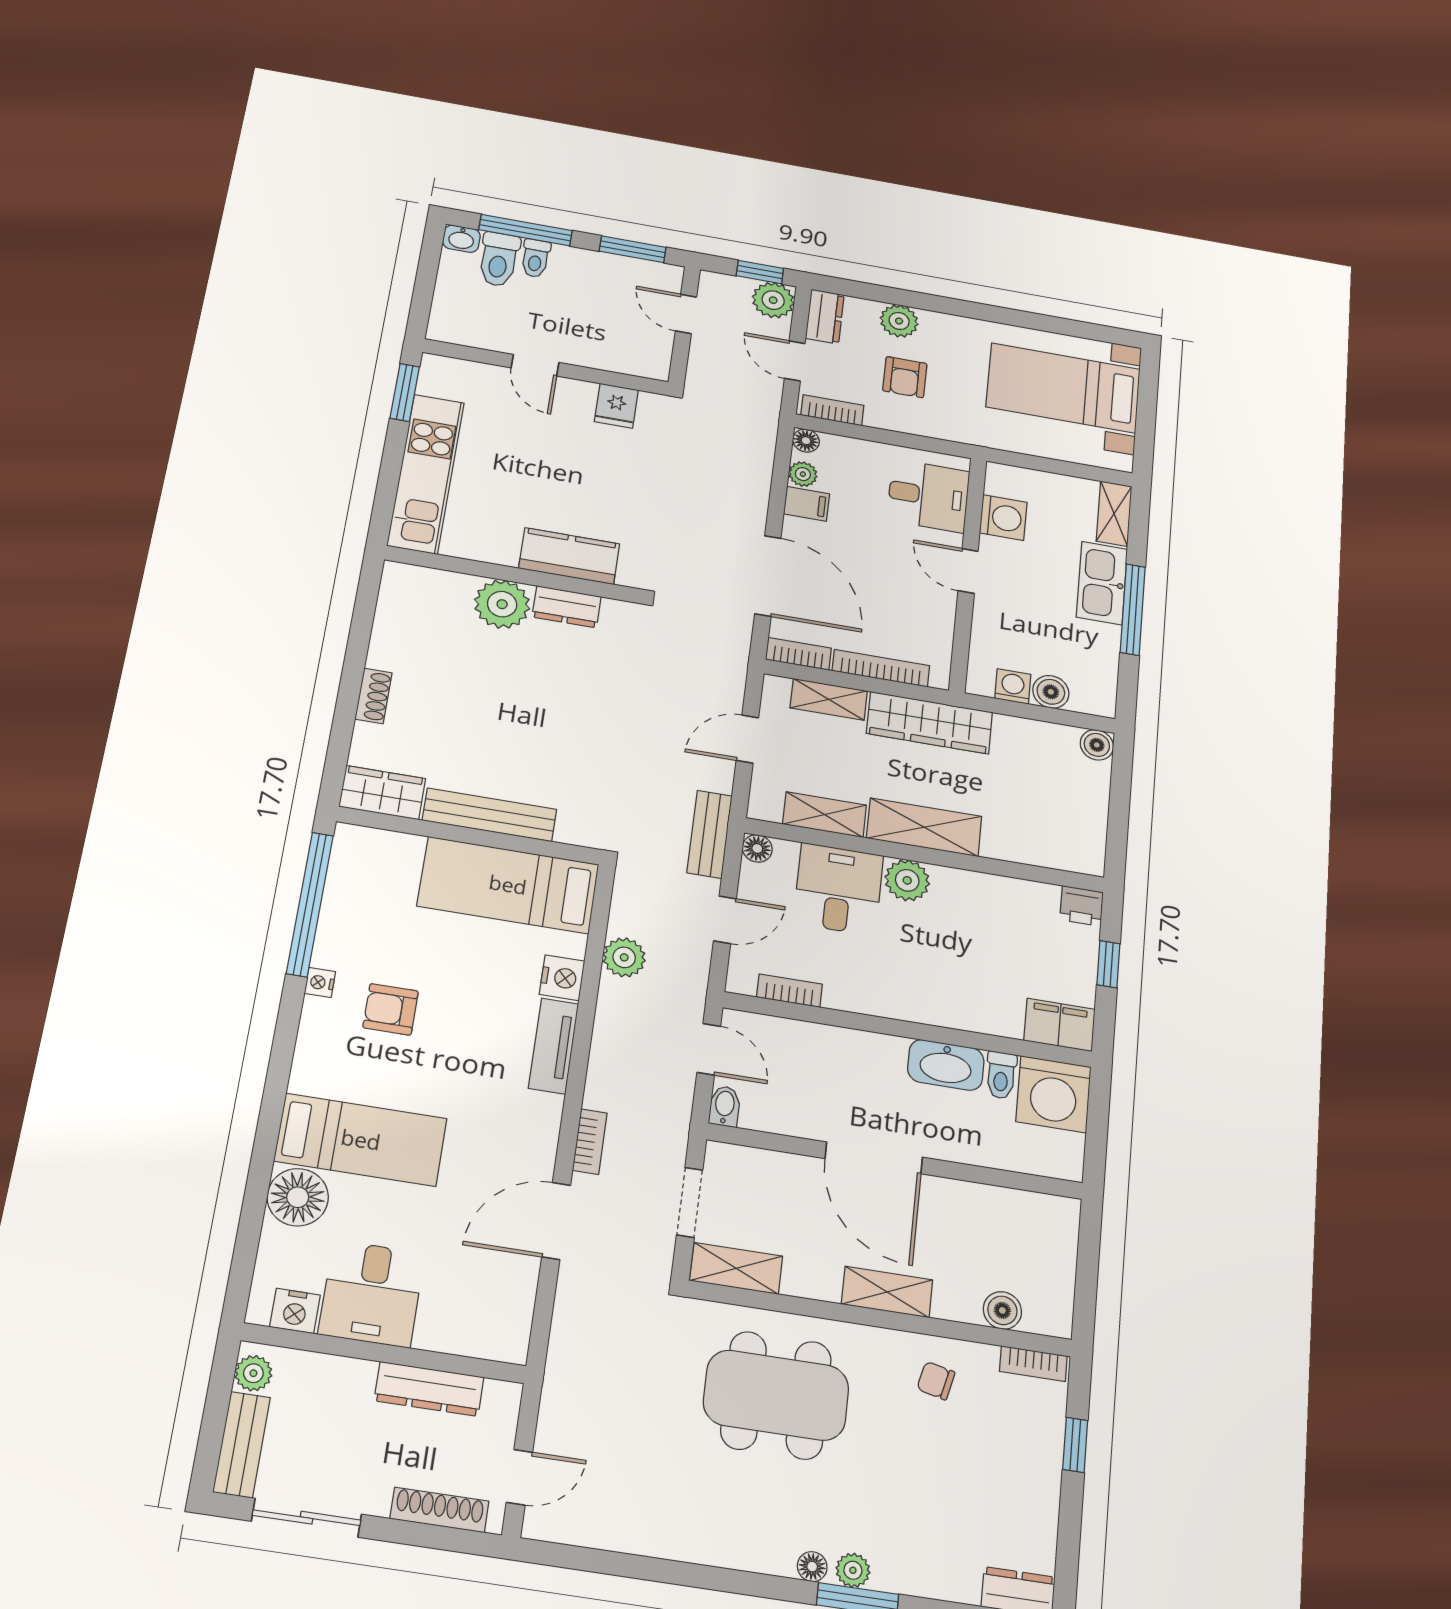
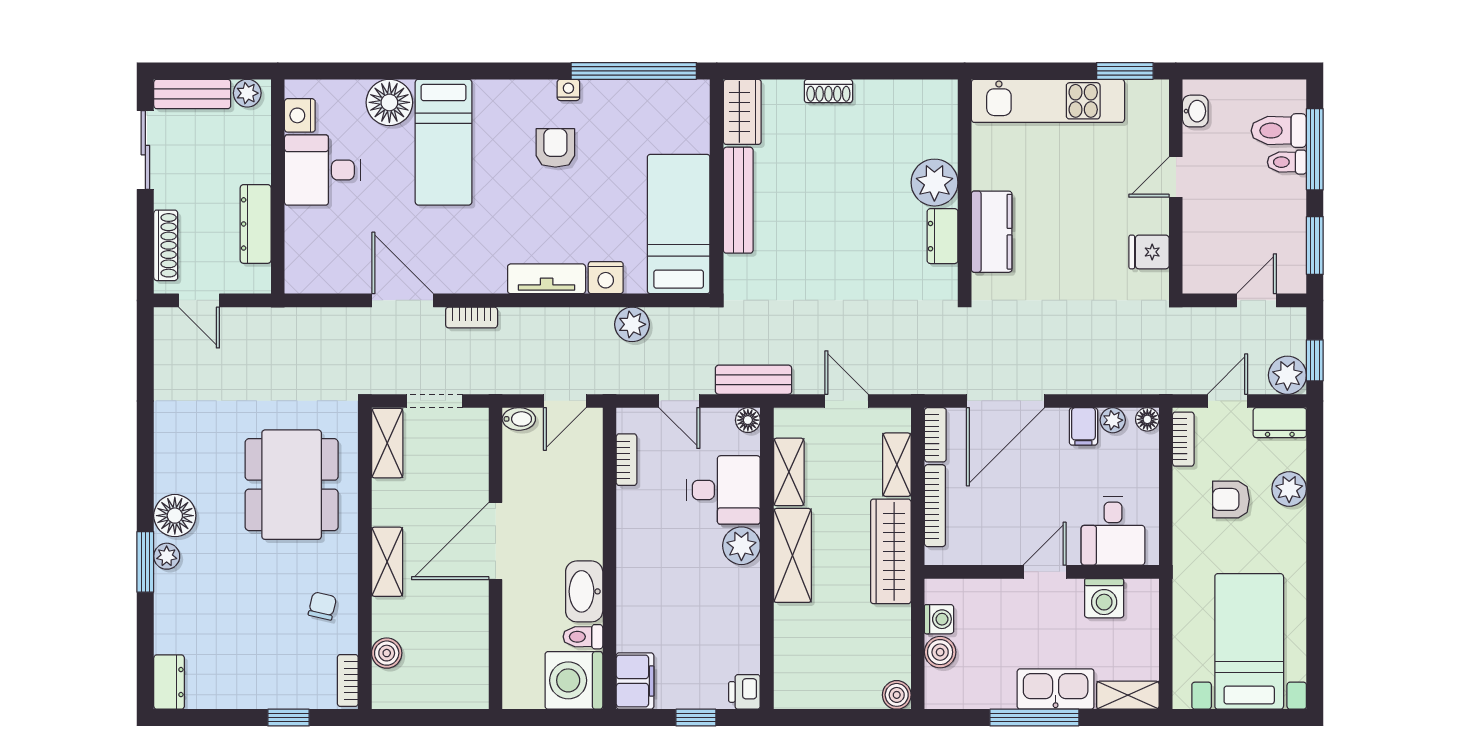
washbasin: (461, 239) -> (1195, 111), moved, turned 180
floor lamp: (812, 1567) -> (175, 516), width x1.89, depth x1.89

